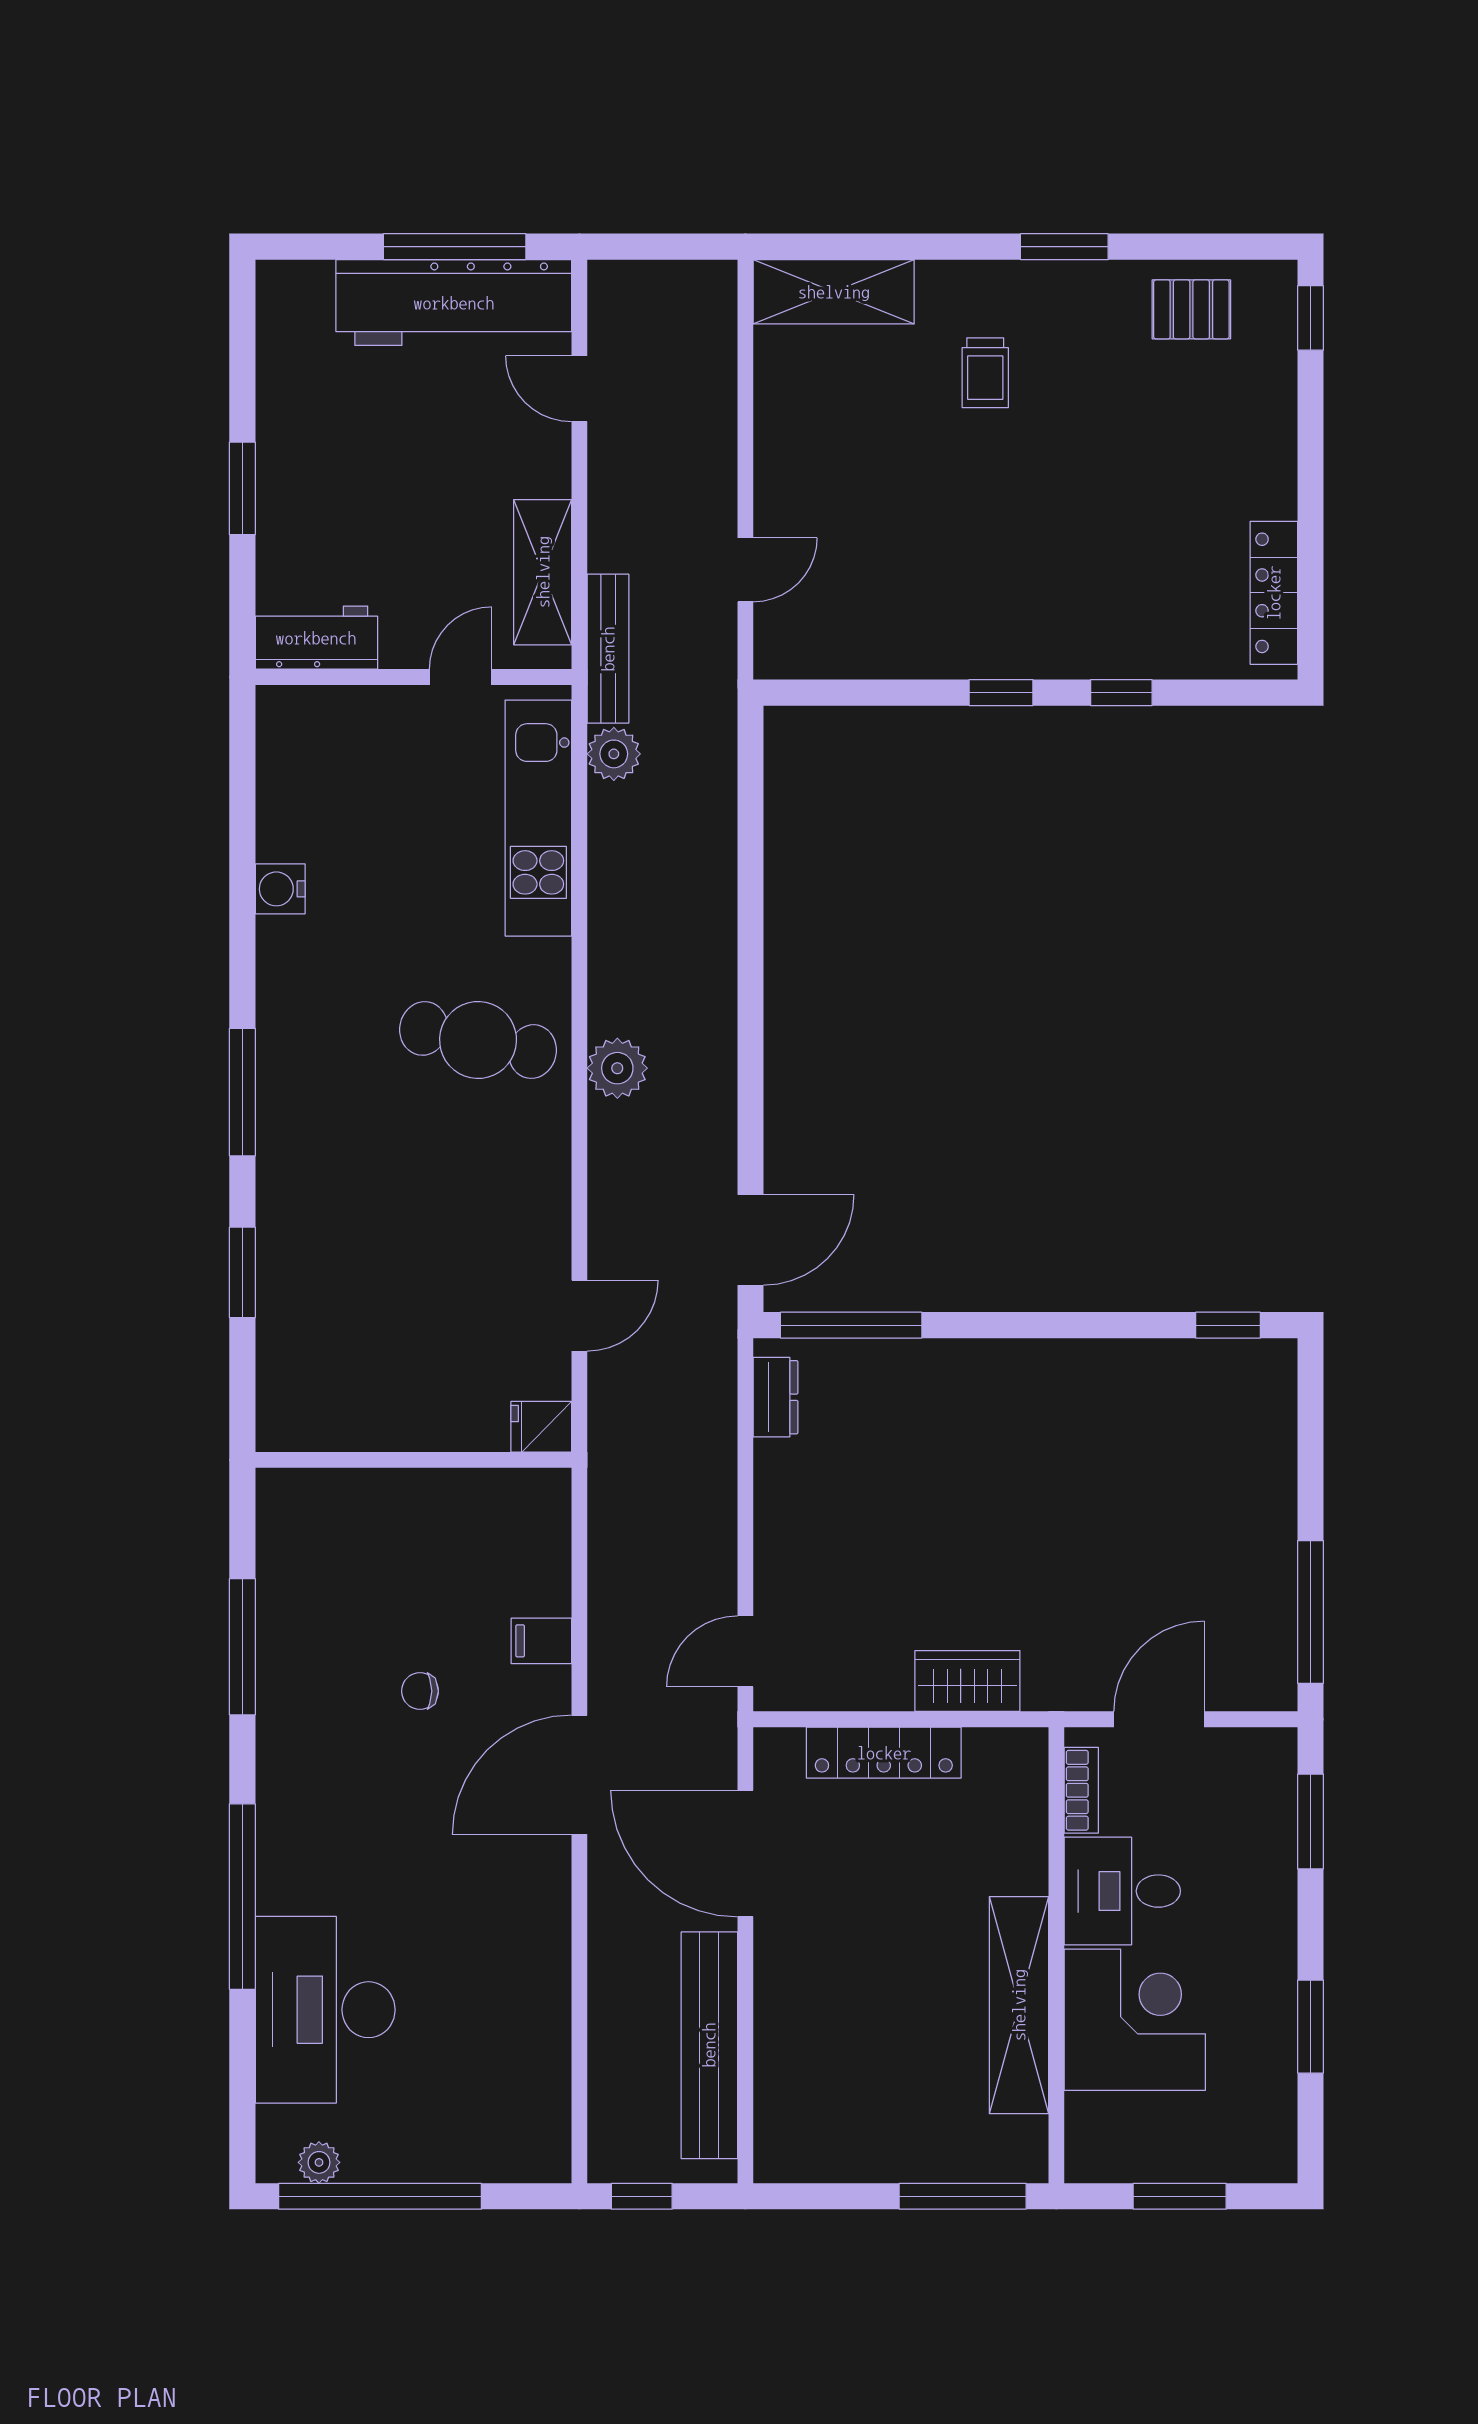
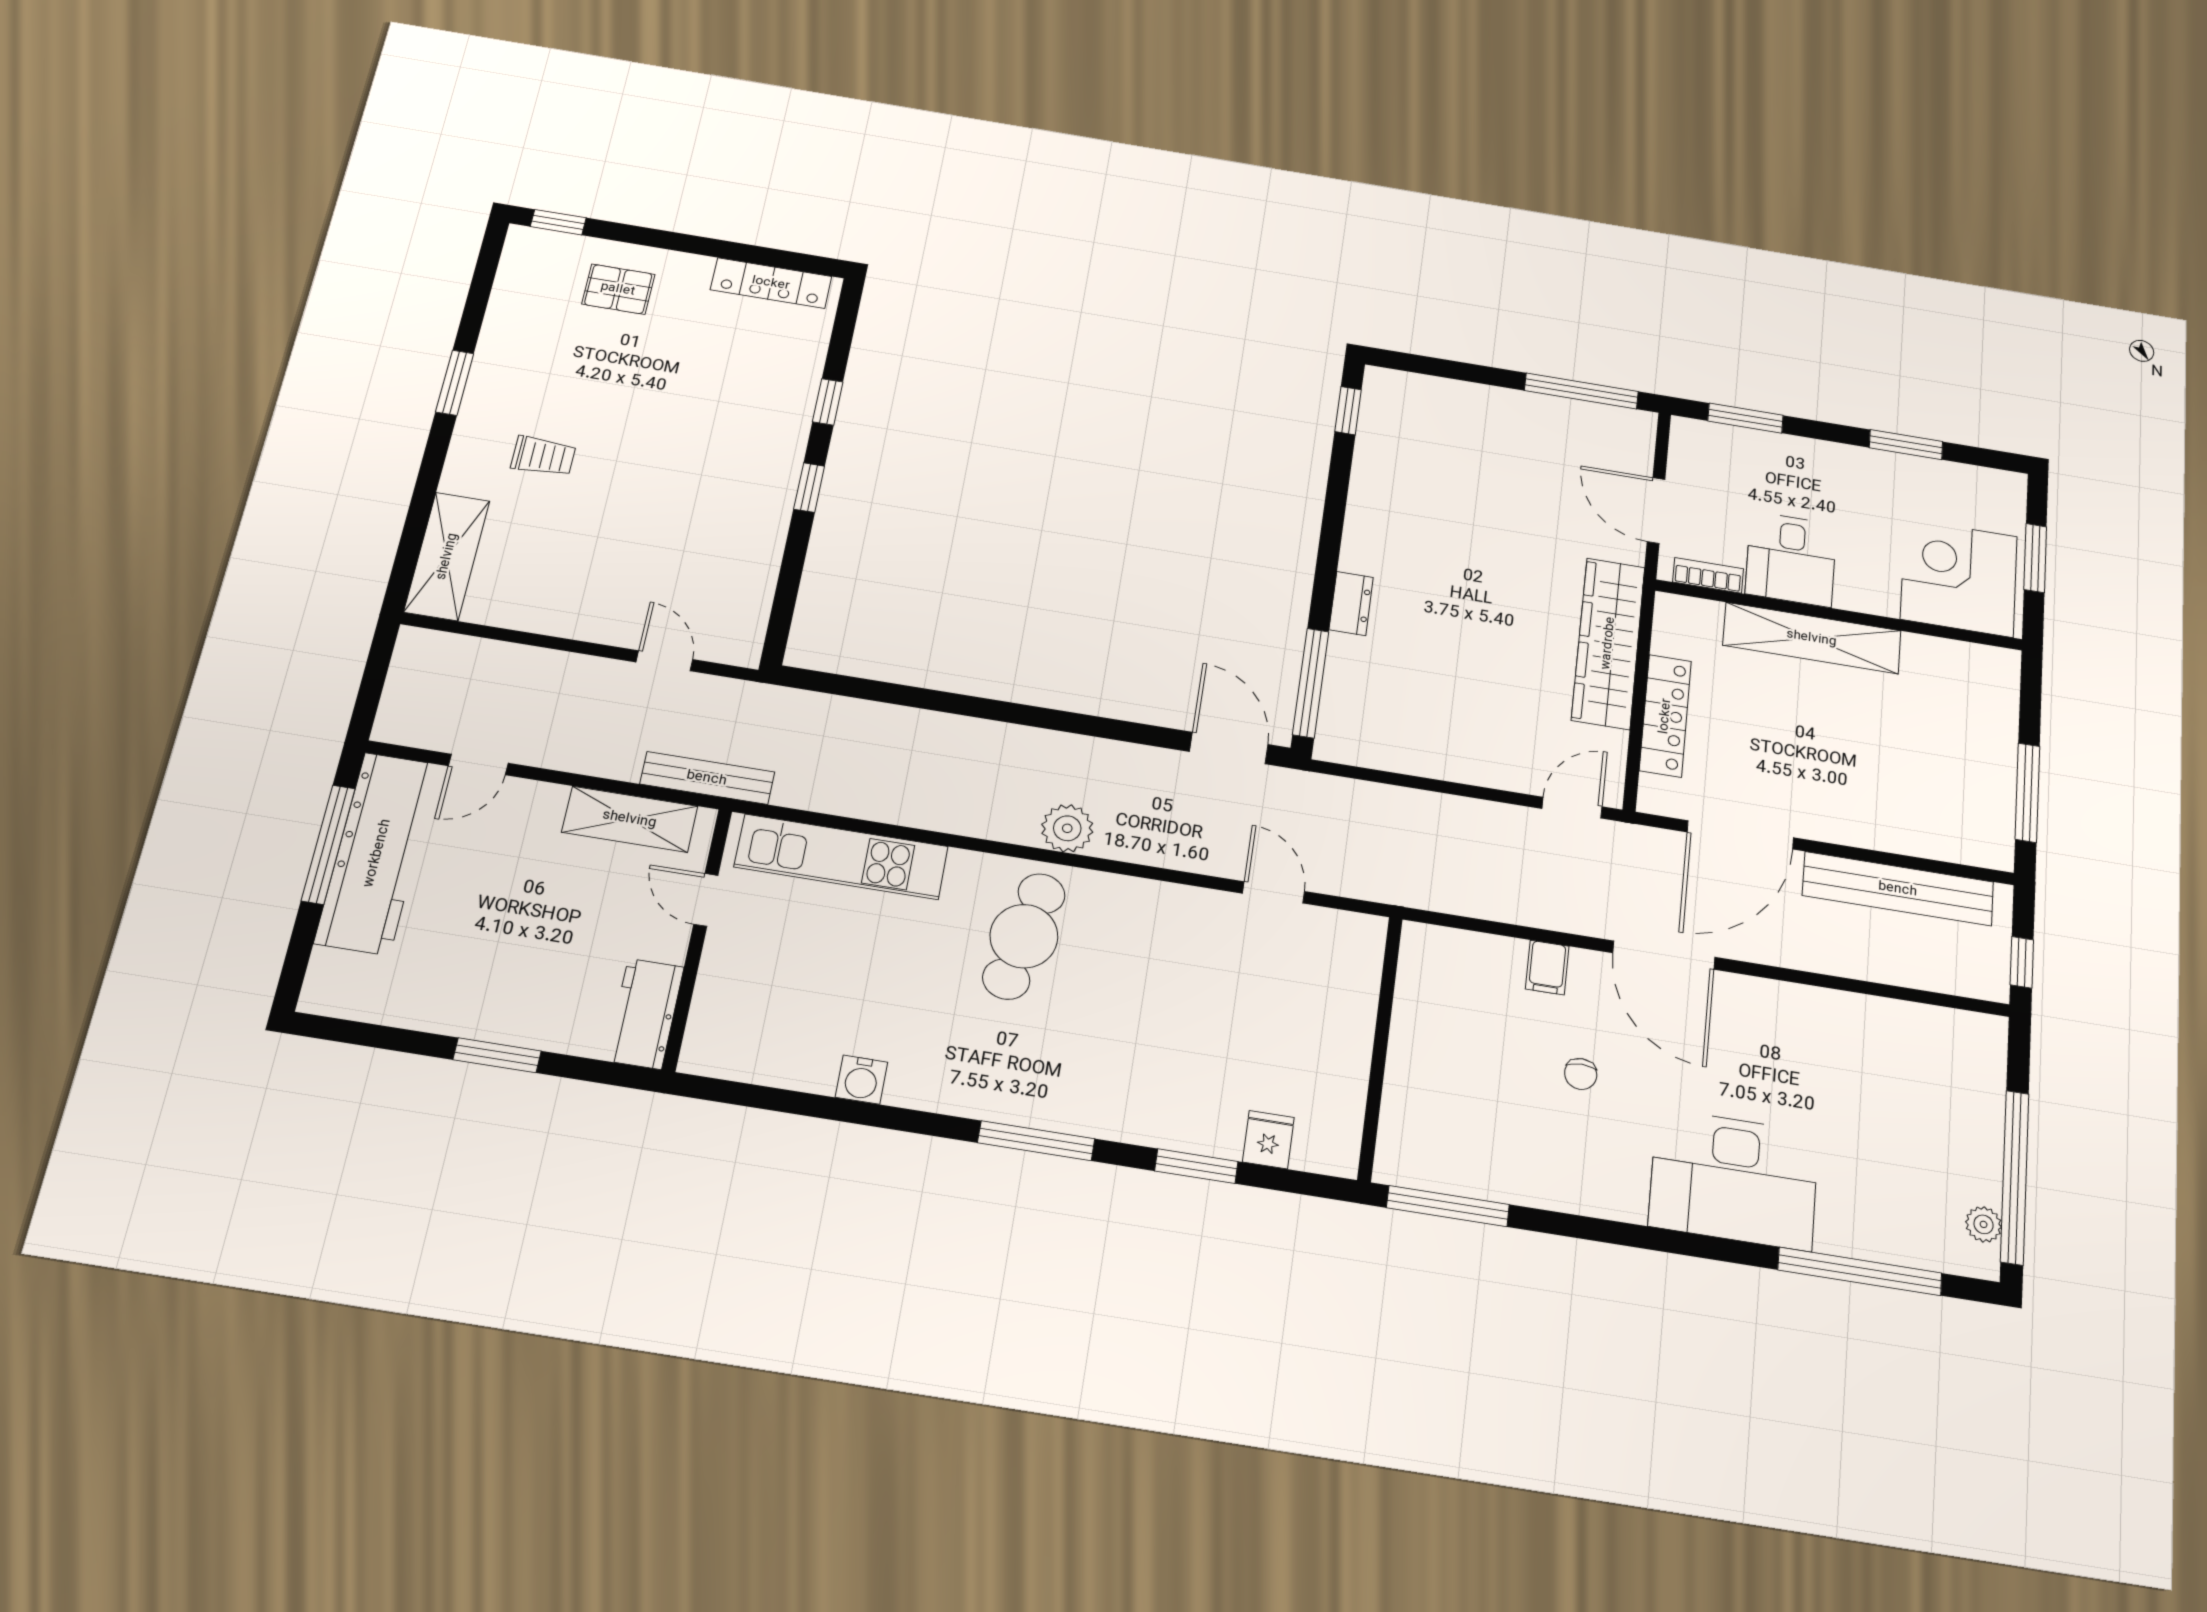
pallet: (1191, 309) -> (618, 289), moved, turned 90
plant: (614, 754) -> (798, 788), removed
dresser: (775, 1397) -> (1351, 604), moved, turned 90
fridge: (541, 1427) -> (1268, 1140), moved, turned 180
window: (242, 1647) -> (1448, 1206), moved
door: (745, 1651) -> (1572, 808), swing flipped
wardrobe: (967, 1681) -> (1608, 643), width x2.10, depth x1.17
window: (242, 1897) -> (1860, 1271), moved
shelving: (1019, 2005) -> (1812, 638), moved
desk: (325, 2010) -> (1734, 1179), moved
corner desk: (1135, 2020) -> (1959, 578), moved
window: (963, 2196) -> (2027, 793), moved

